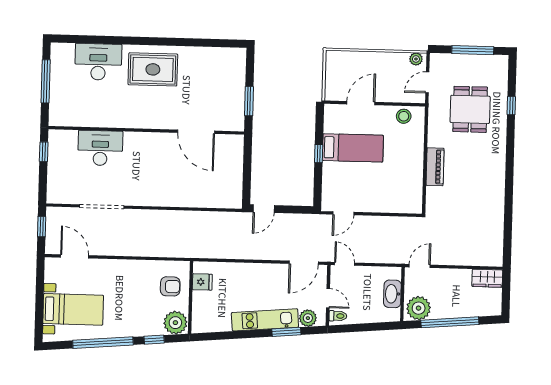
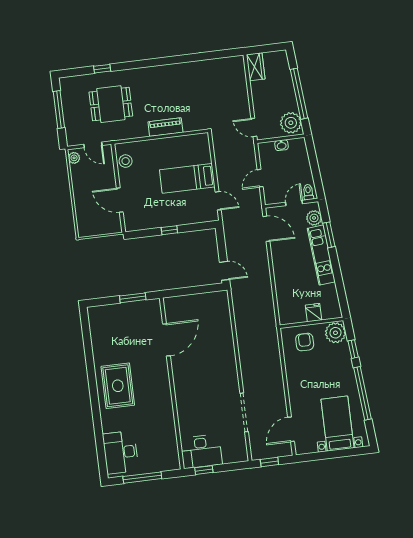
desk: (98, 62) -> (121, 452), moved
desk: (100, 148) -> (201, 451), moved, turned -90
bed: (353, 148) -> (187, 178), moved, turned -90
door: (345, 264) -> (260, 178), moved
fridge: (202, 282) -> (314, 313), moved
washbasin: (392, 294) -> (282, 145), width x0.52, depth x0.69

